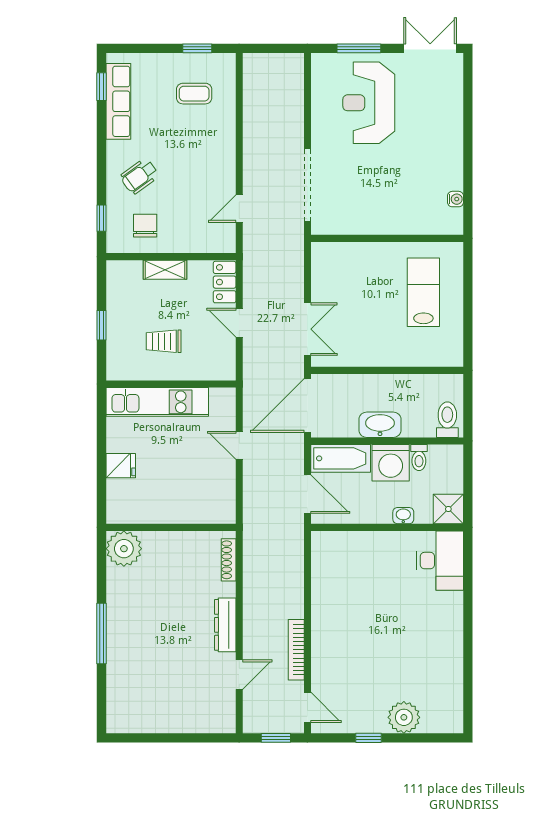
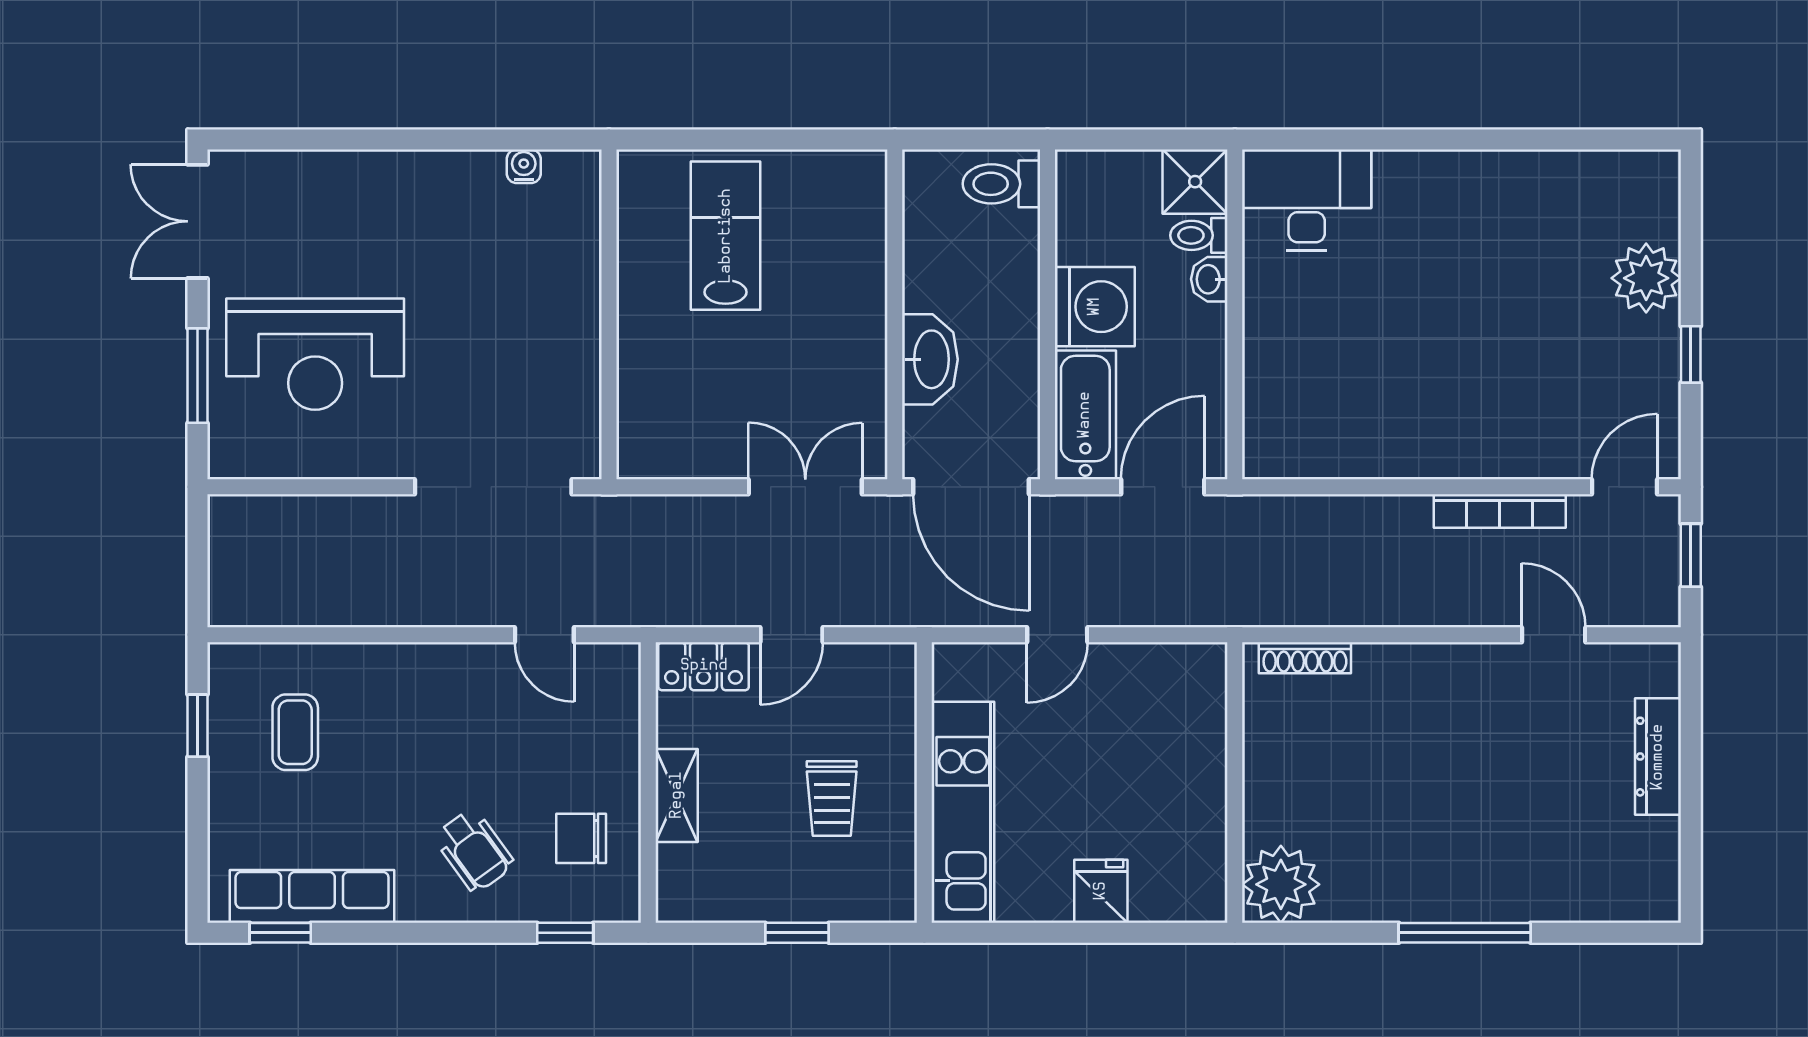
lab bench: (423, 292) -> (726, 236), turned 90
washbasin: (380, 425) -> (930, 359), moved, turned 180
toilet: (419, 458) -> (1199, 235), moved, turned 180
dresser: (225, 625) -> (1658, 757), moved, turned 90

